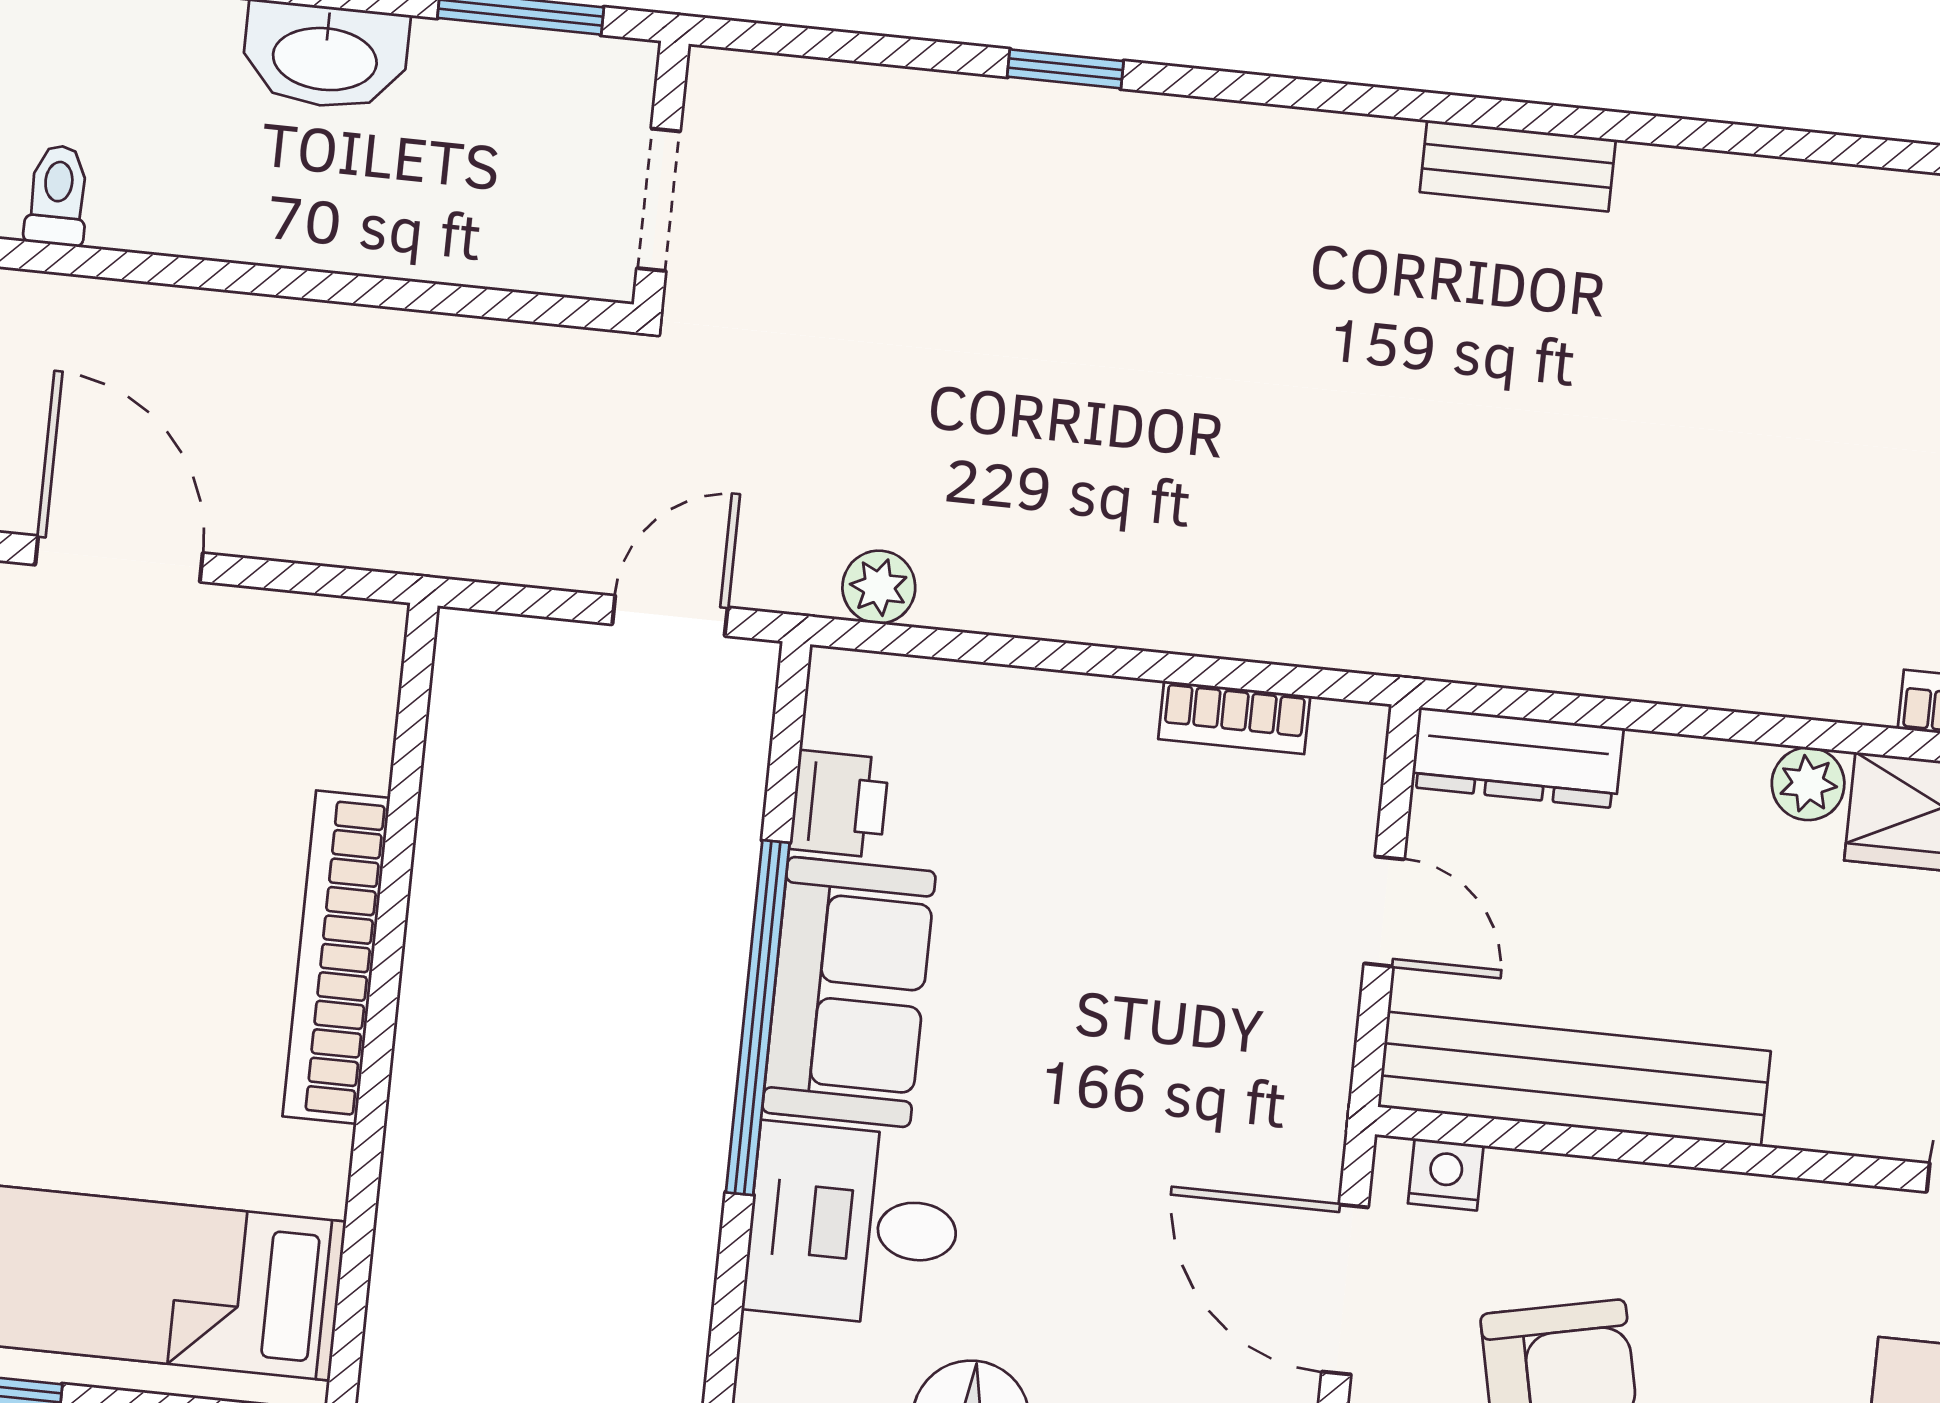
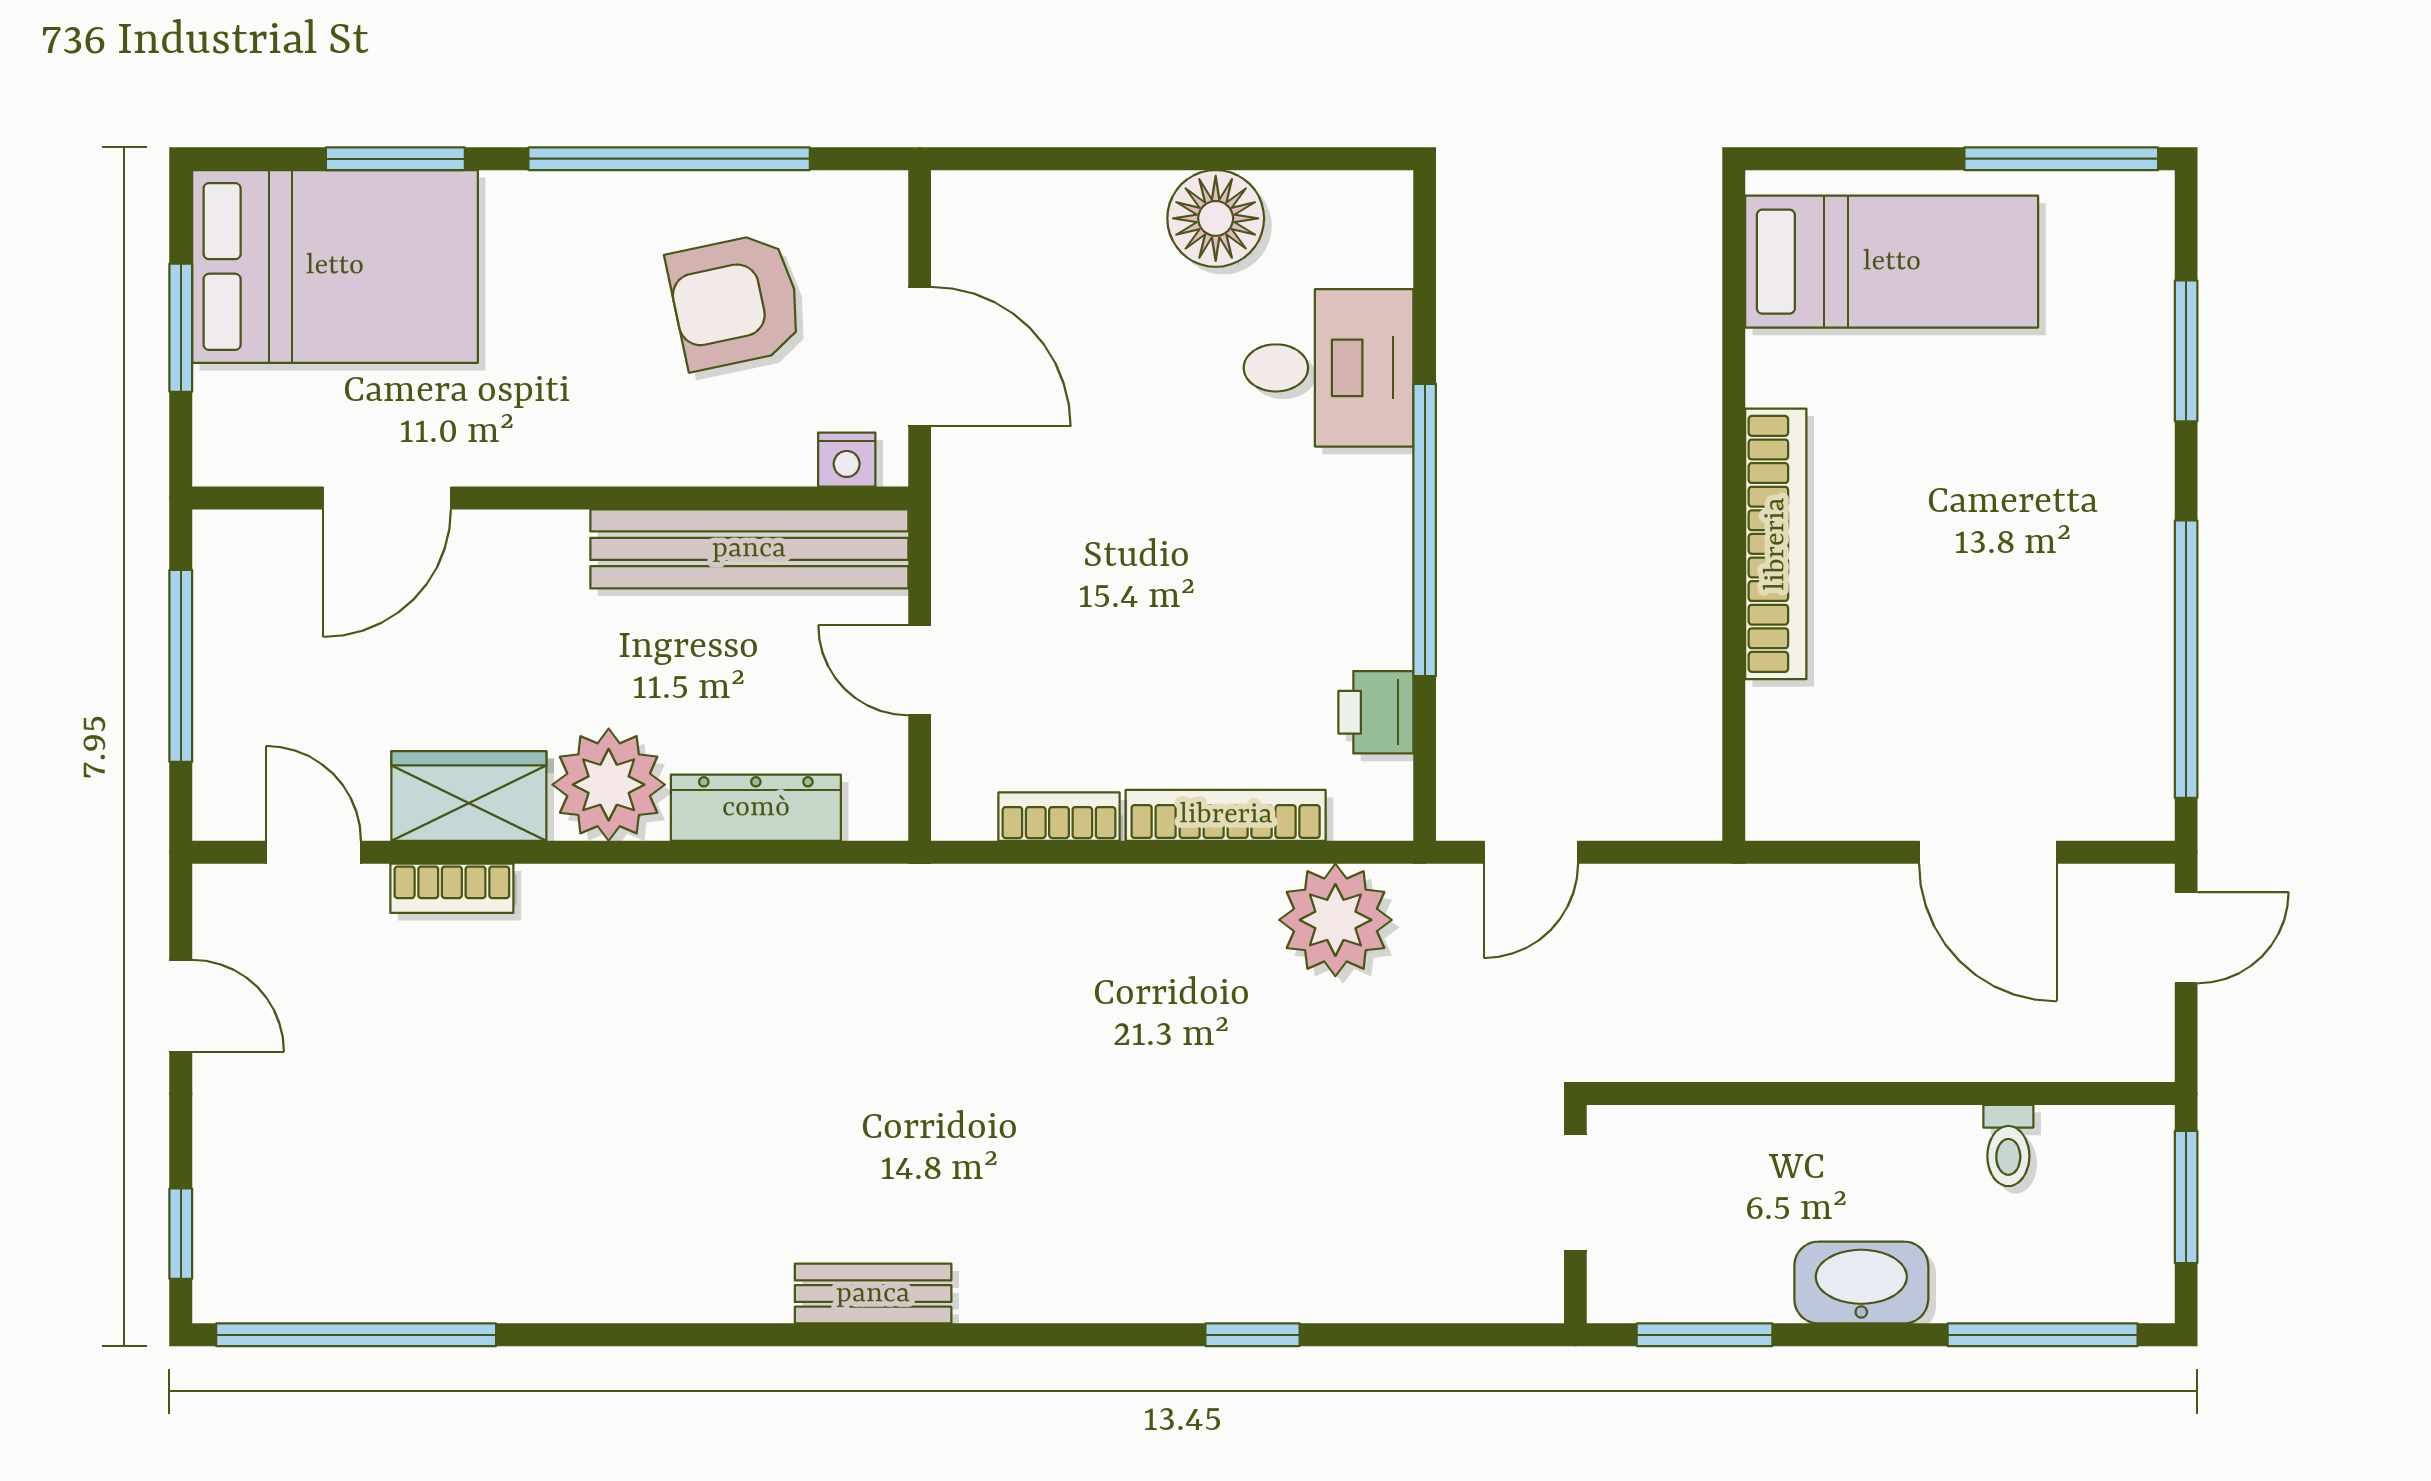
toilet: (57, 195) -> (2008, 1145), moved
plant: (879, 587) -> (1335, 920), width x1.88, depth x1.88
bookcase: (1033, 698) -> (1226, 815), added
dresser: (1517, 758) -> (756, 808), moved
plant: (1808, 784) -> (609, 785), width x1.87, depth x1.87
sofa: (849, 992) -> (1352, 559), removed

